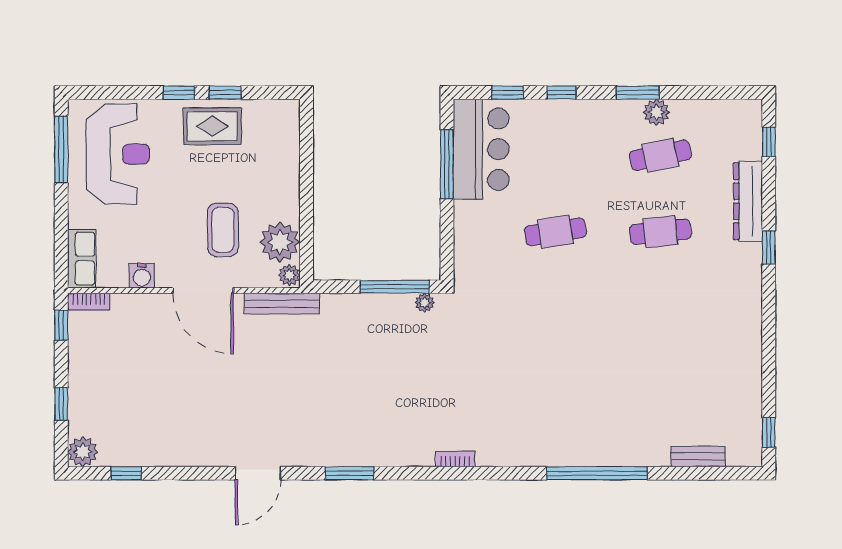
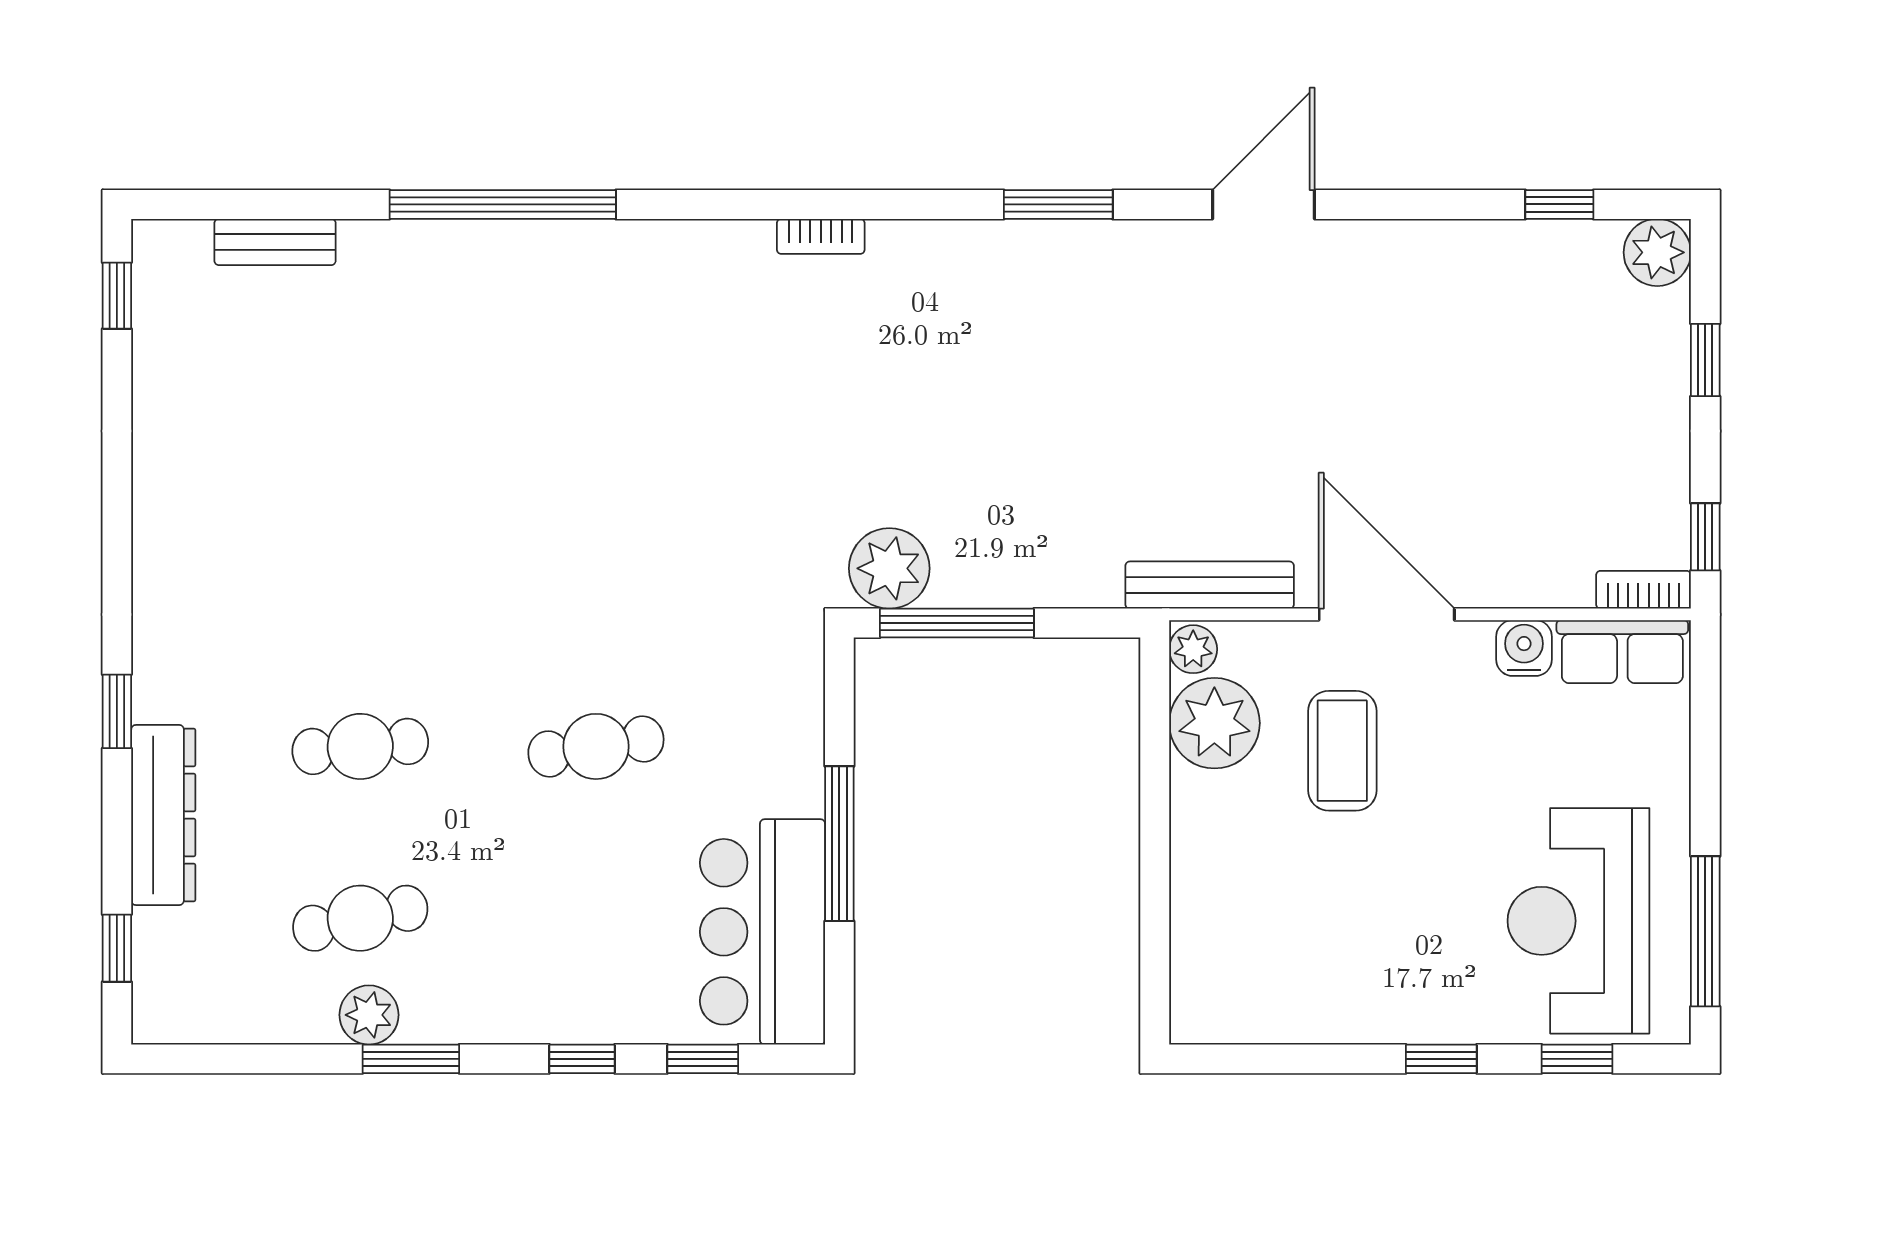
window: (225, 93) -> (1577, 1059), moved
rug: (212, 126) -> (1366, 984), removed
window: (447, 164) -> (839, 844), moved
row of seats: (82, 259) -> (1622, 652), moved, turned -90
plant: (425, 303) -> (889, 568), width x1.88, depth x1.88

